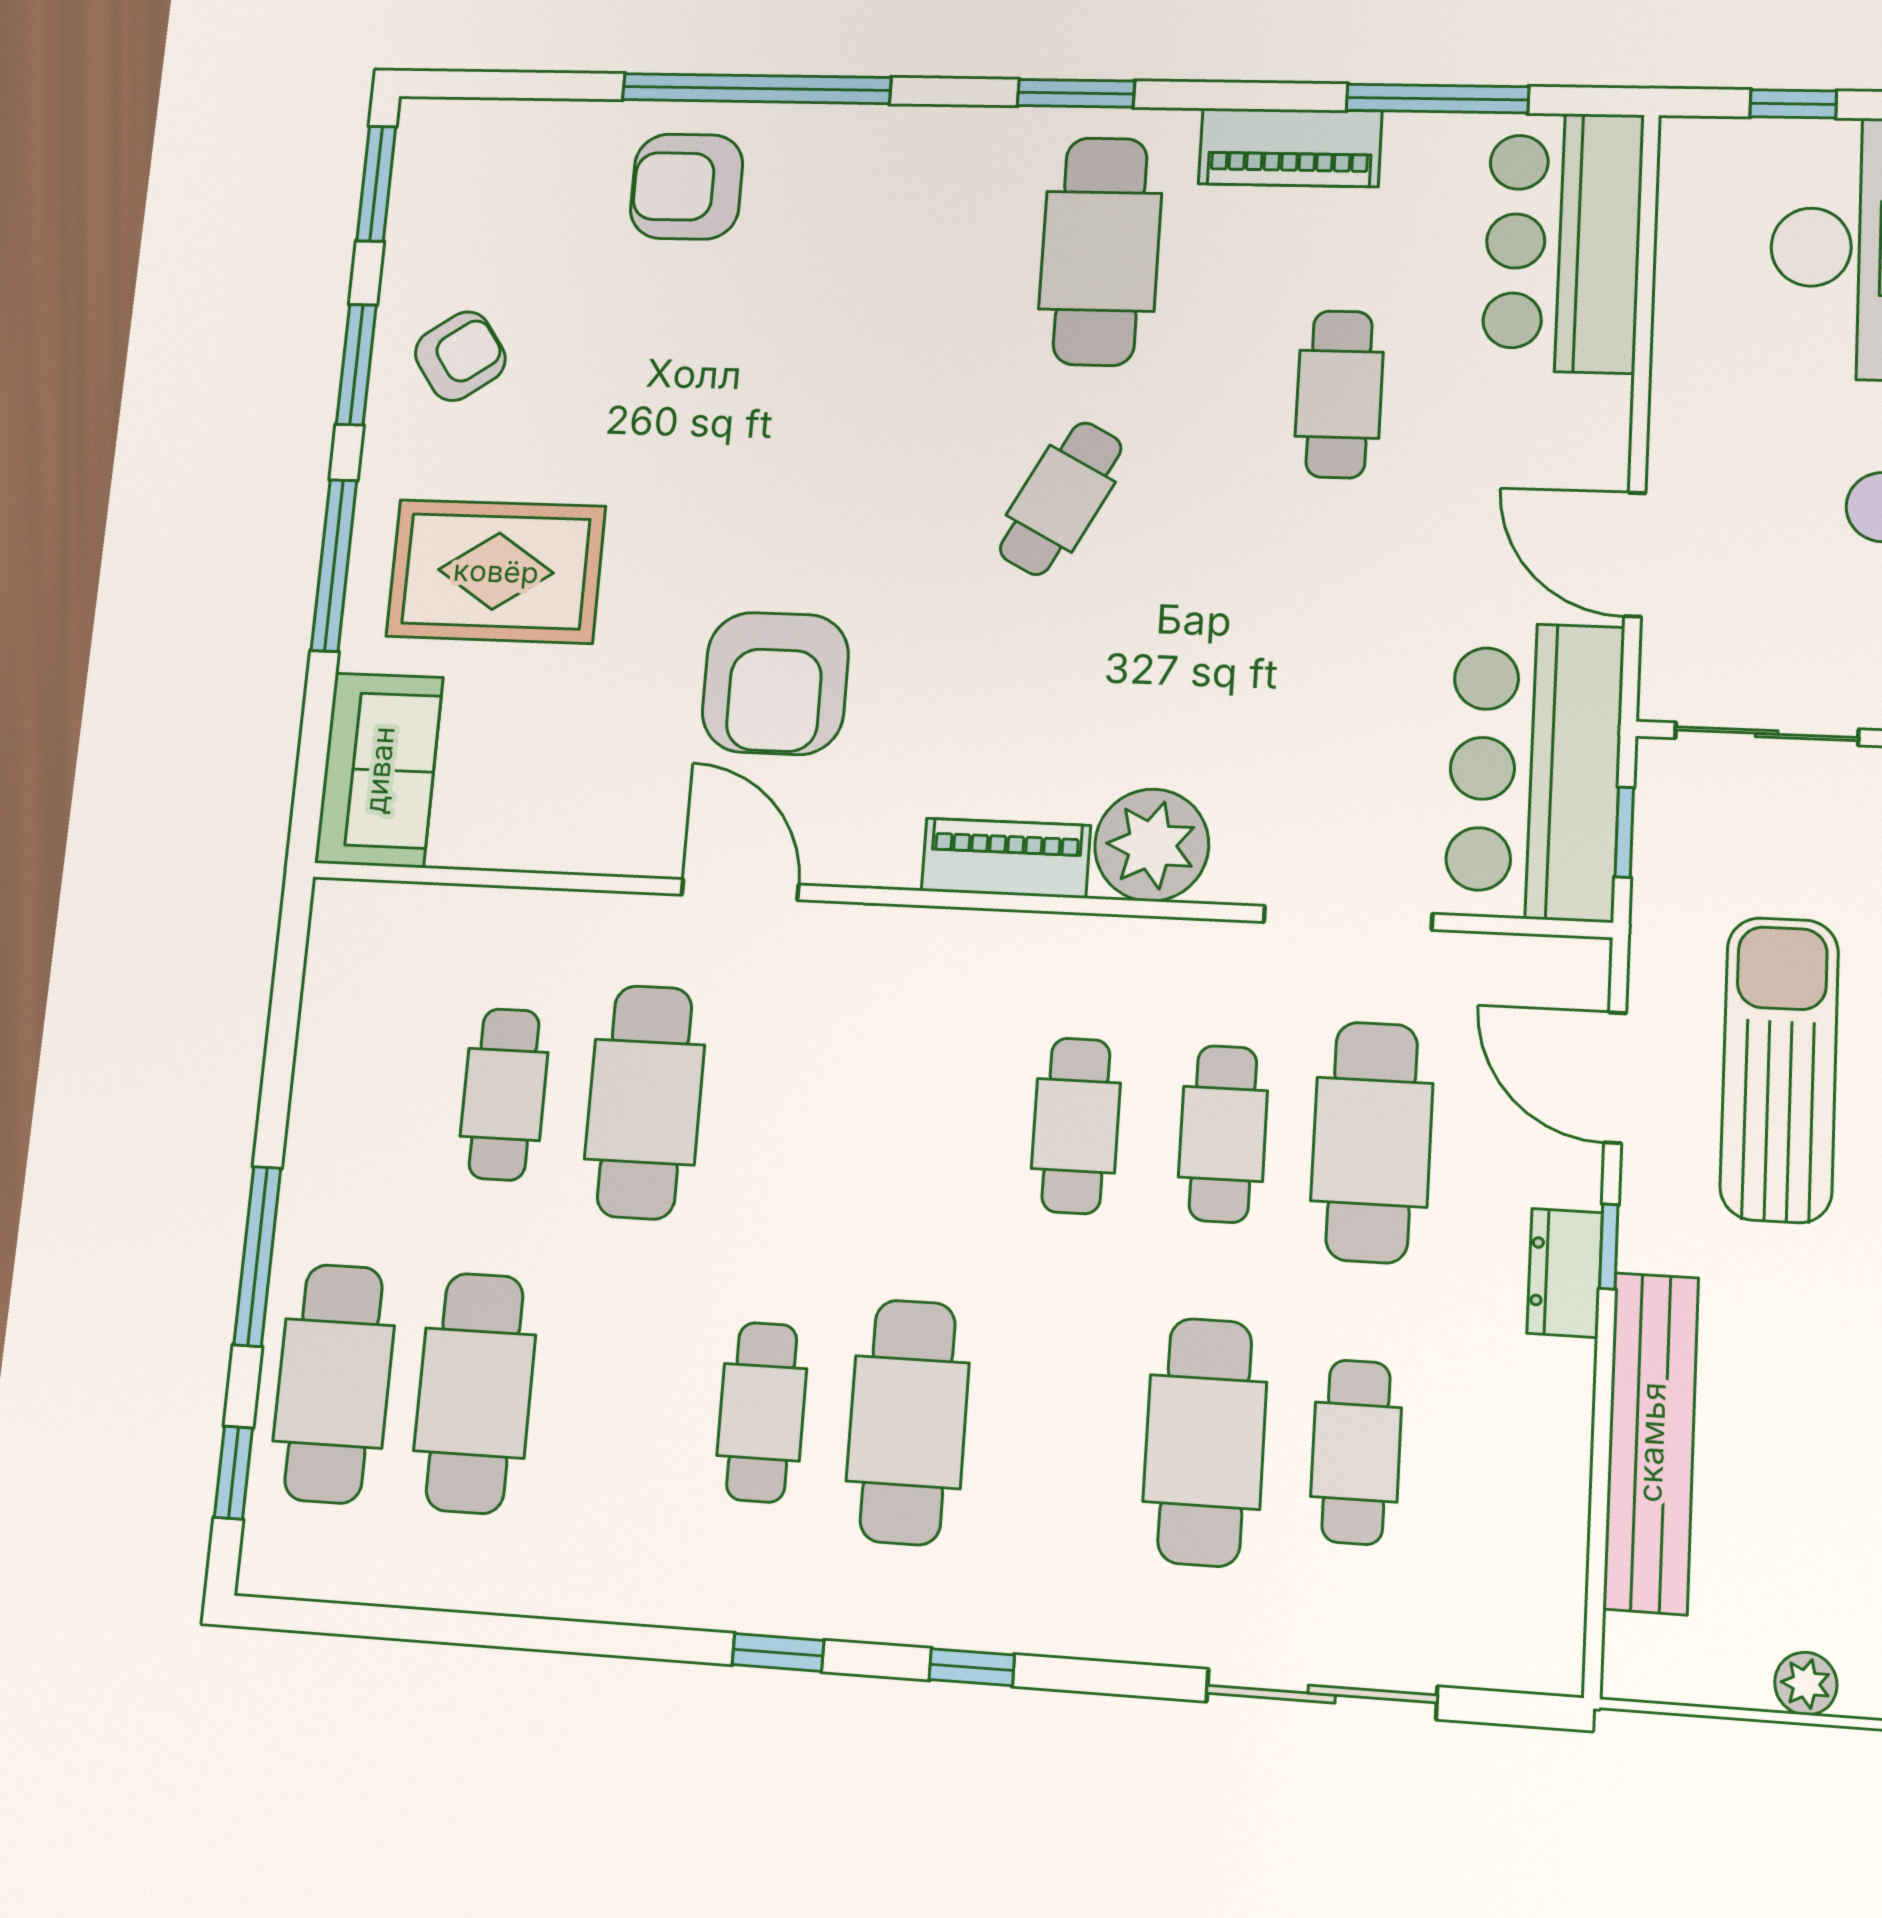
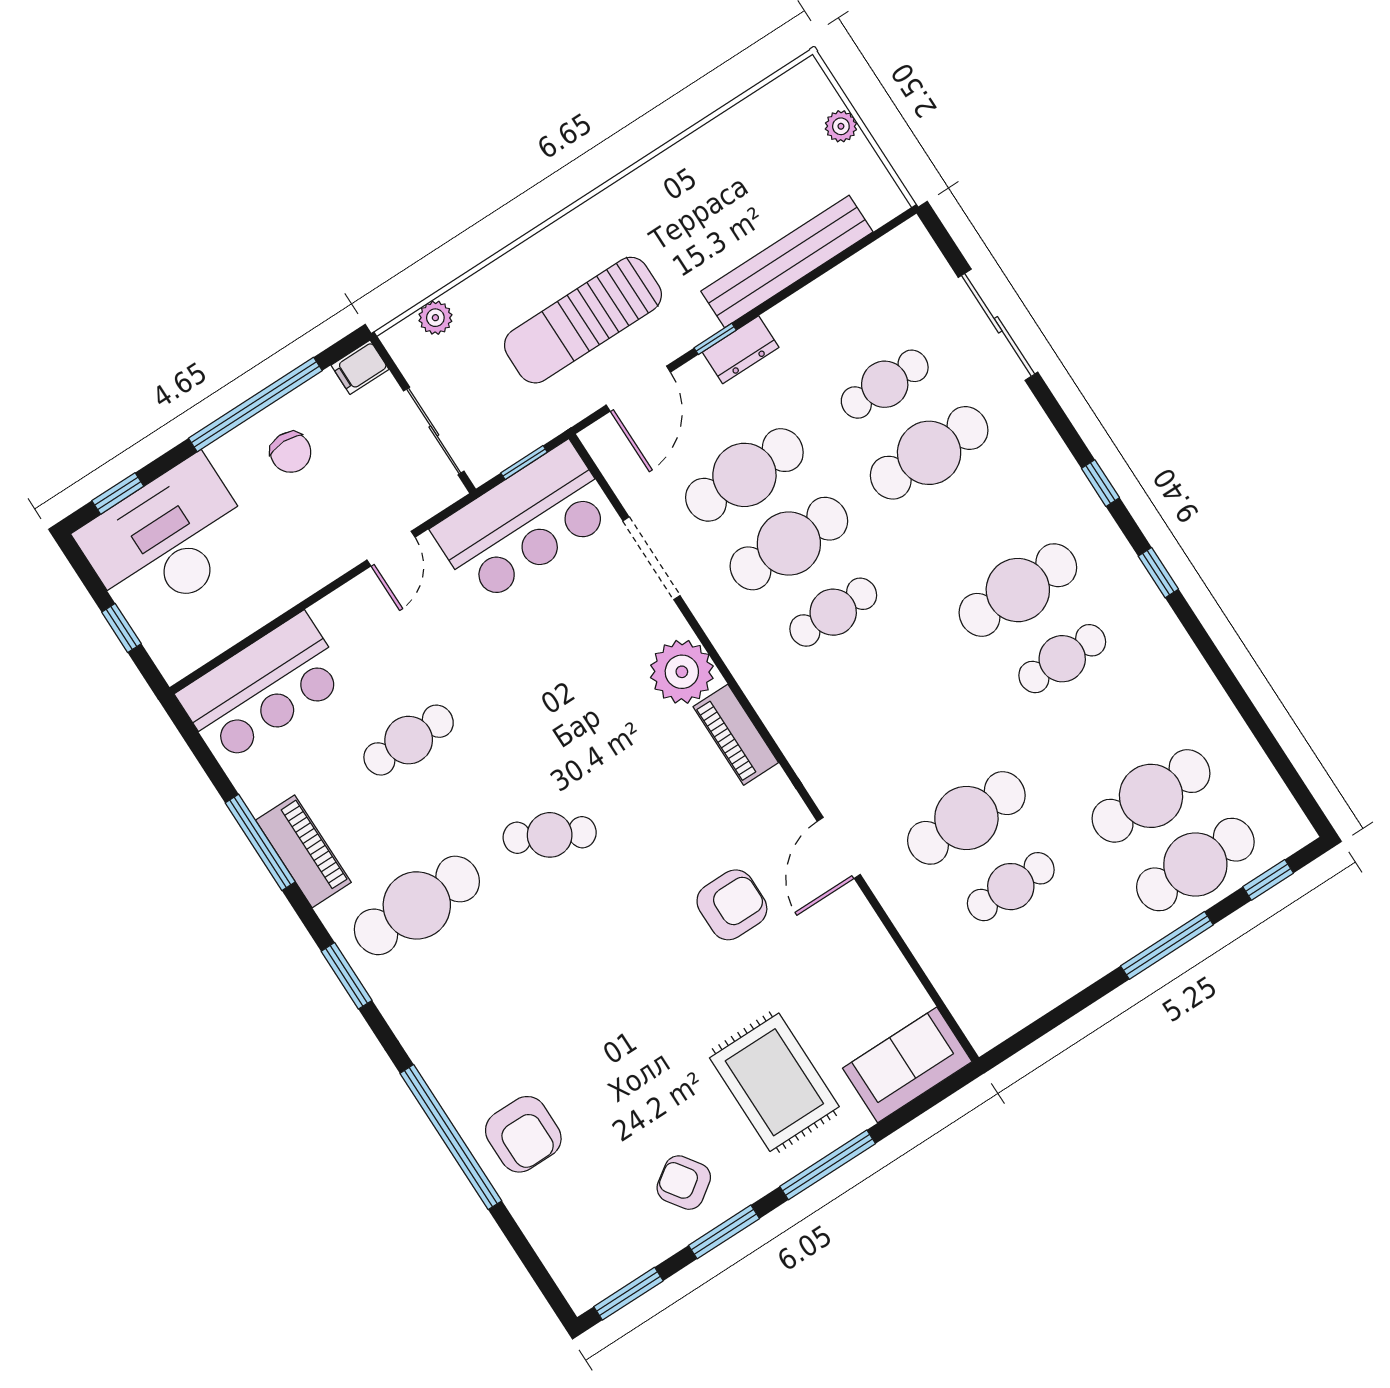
window: (1437, 99) -> (260, 842), moved
door: (1635, 555) -> (391, 549), width x0.73
armchair: (775, 683) -> (732, 905), width x0.73, depth x0.73
cafe table: (1223, 1134) -> (789, 544), width x1.37, depth x1.35

